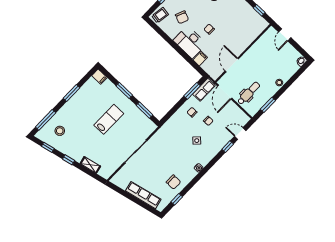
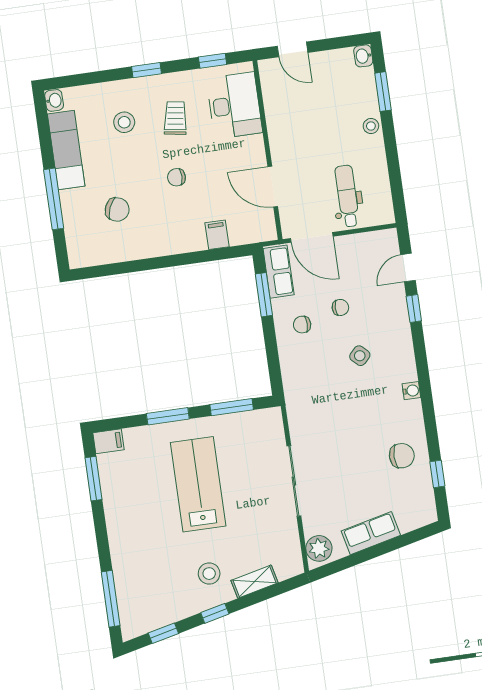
trolley: (160, 15) -> (175, 118), moved
desk: (190, 42) -> (234, 105), moved, turned -90
window: (72, 93) -> (94, 479), moved
window: (268, 105) -> (383, 92), moved
lab bench: (109, 119) -> (198, 484), width x1.36, depth x1.39
stool: (60, 131) -> (209, 574), moved
plant: (119, 178) -> (319, 548), added
row of seats: (143, 195) -> (371, 533), width x0.68

